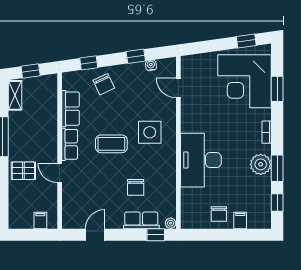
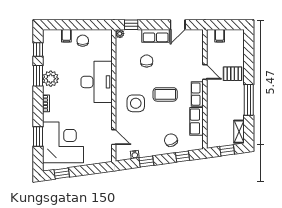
row of seats: (141, 220) -> (156, 36), moved

